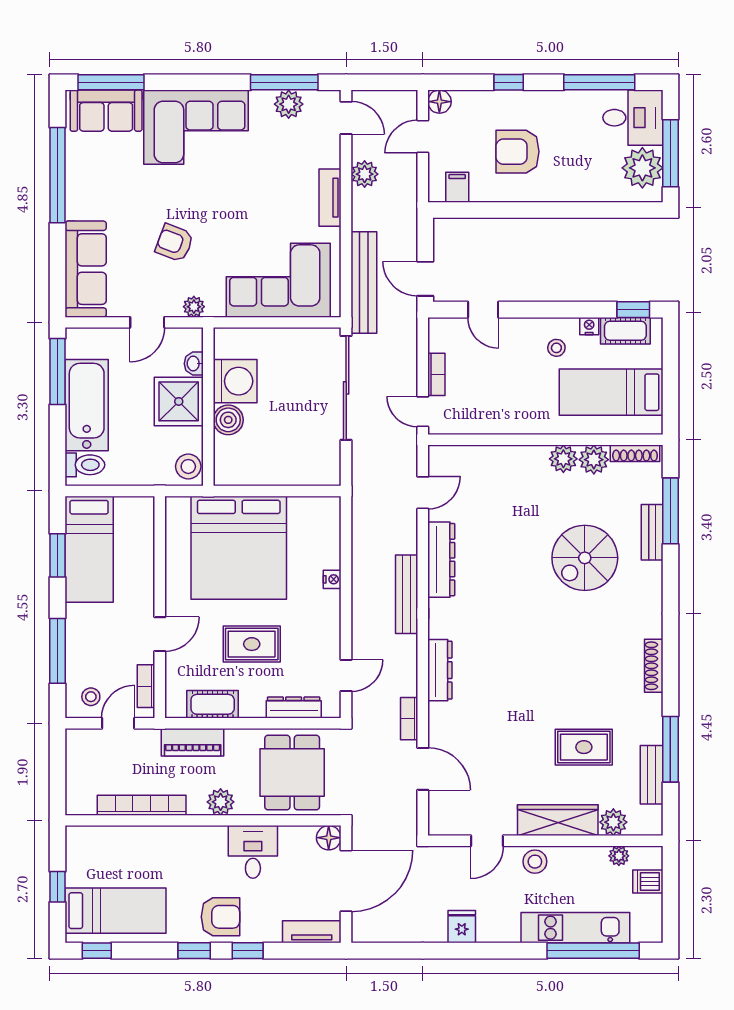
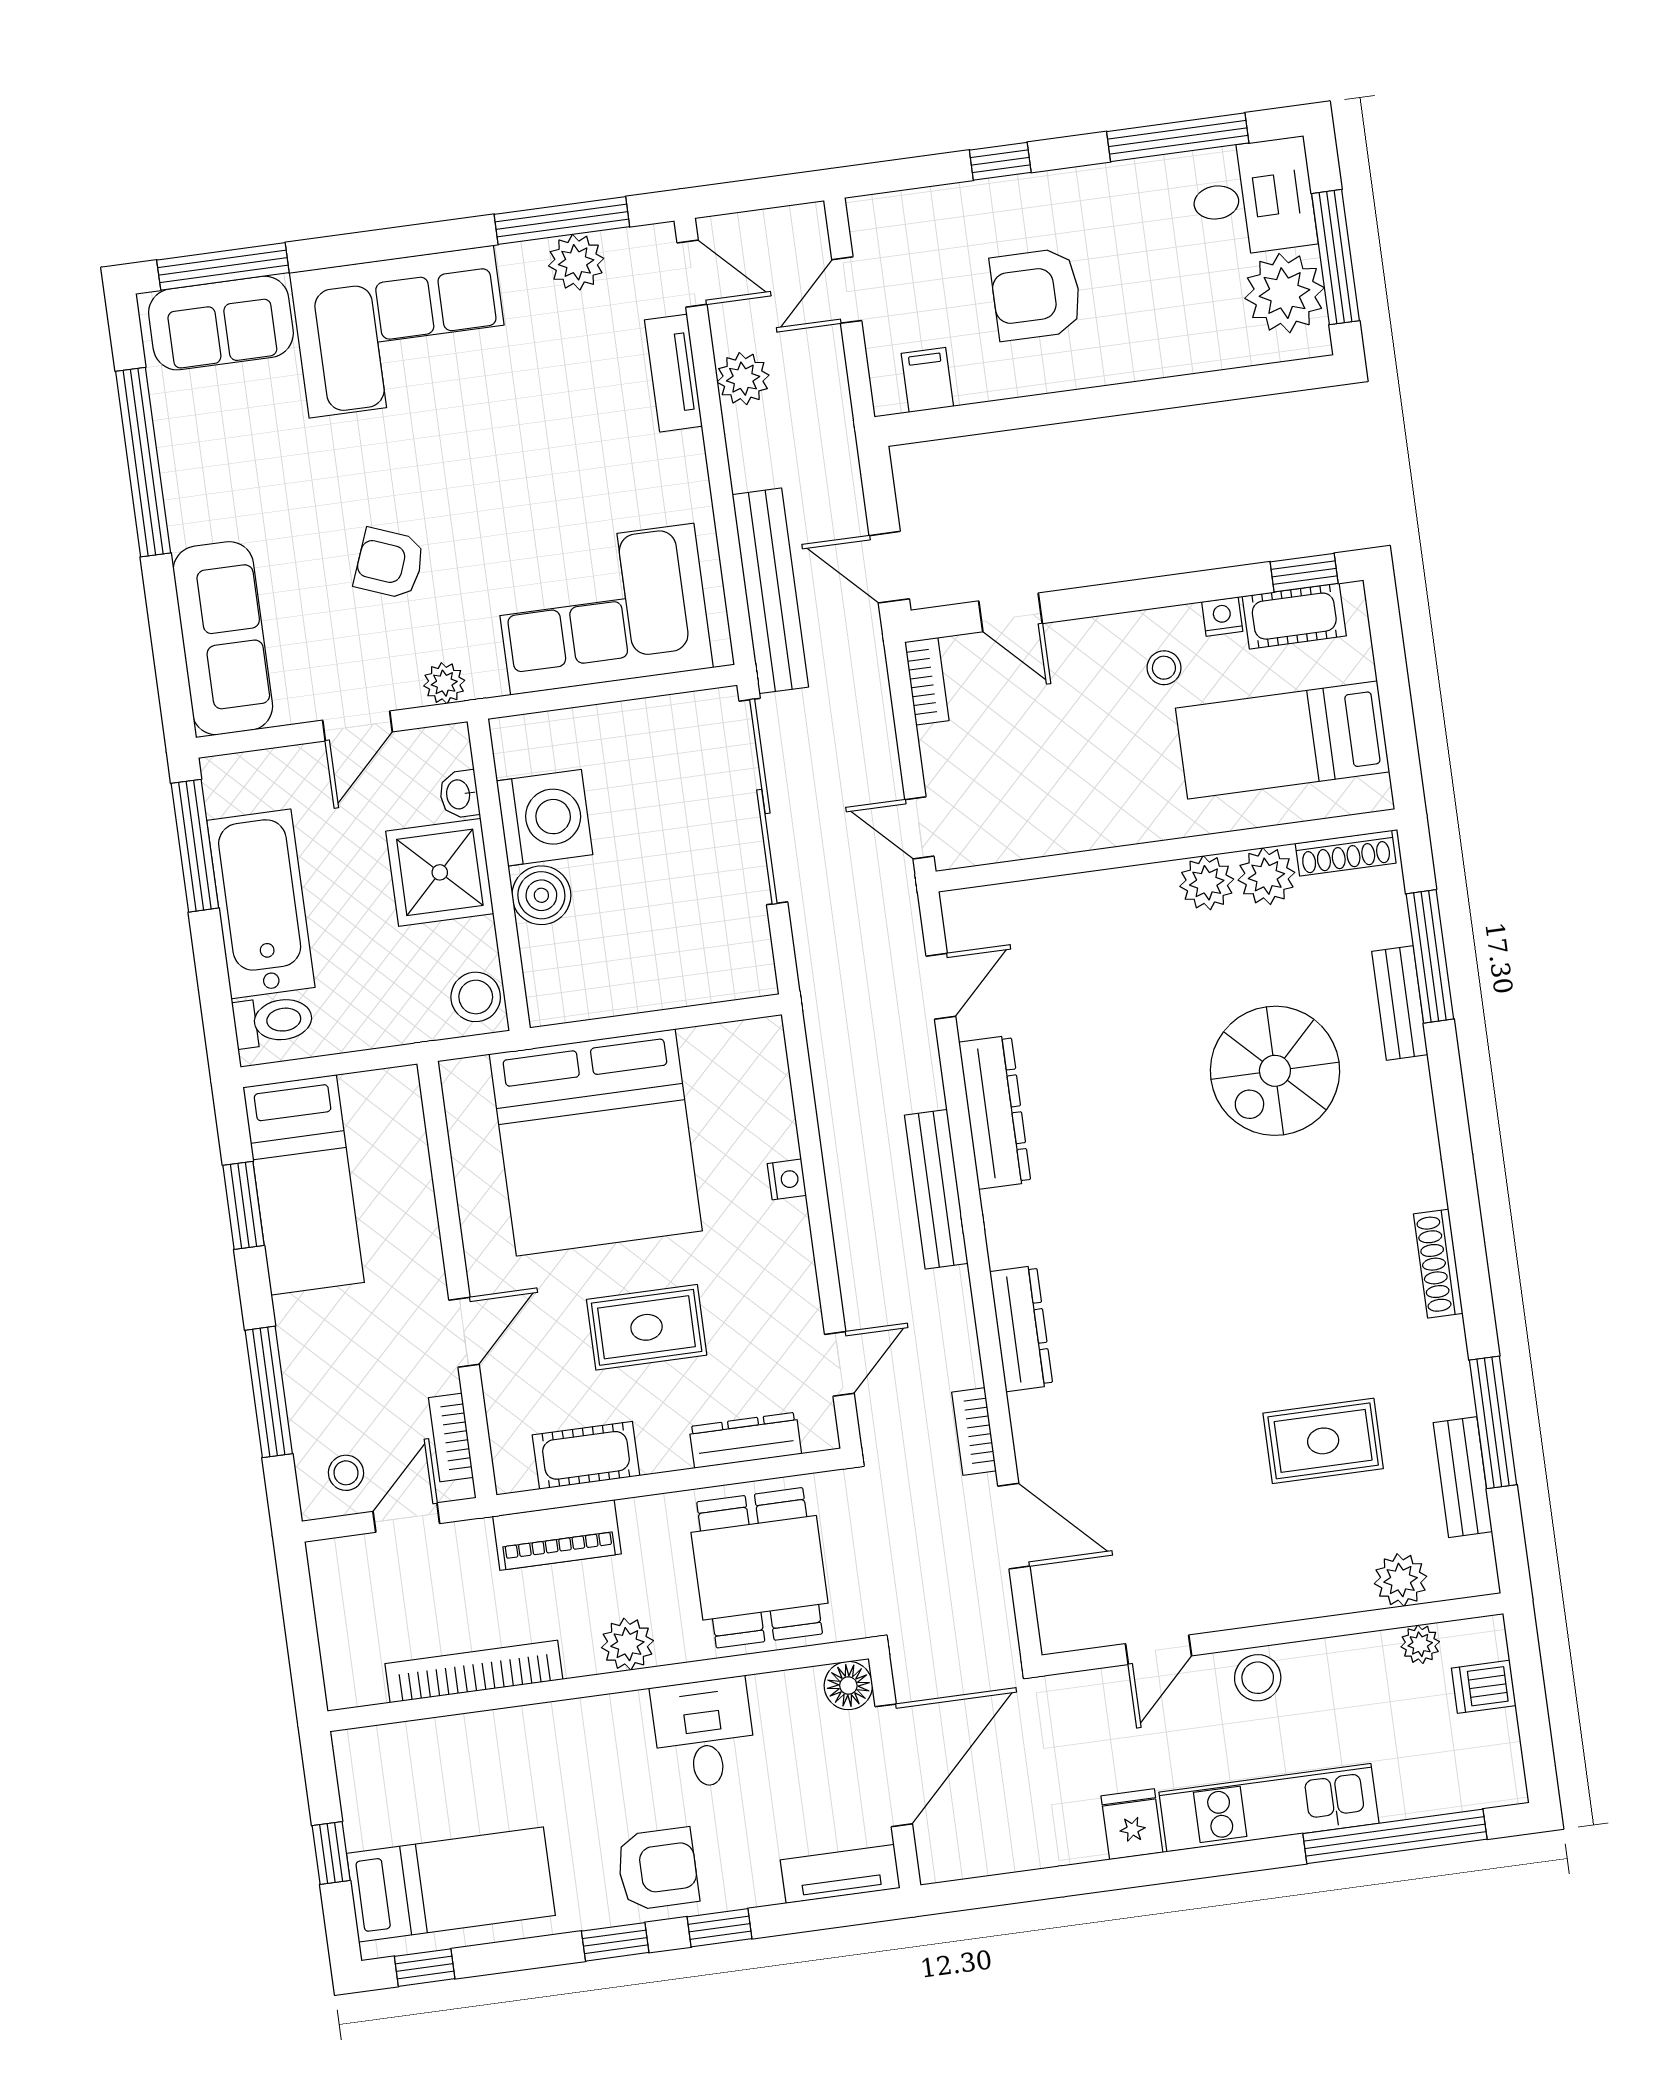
floor lamp: (439, 102) -> (870, 217), removed
tv unit: (330, 198) -> (673, 373), moved
bookcase: (436, 374) -> (927, 681), moved
wardrobe: (558, 820) -> (1291, 1591), removed
kitchen unit: (575, 928) -> (1269, 1808), moved

